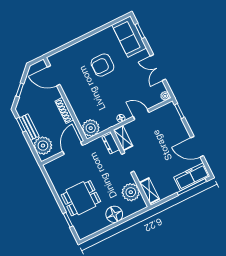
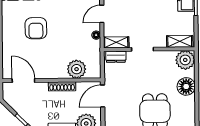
door: (54, 76) -> (23, 81), swing flipped
plant: (91, 128) -> (77, 69), moved
door: (73, 148) -> (103, 96), hinge flipped
plant: (131, 192) -> (185, 60), moved

